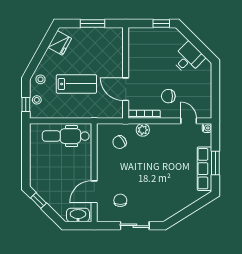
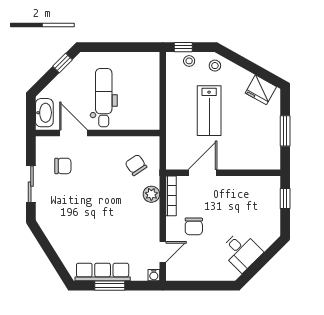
window: (161, 24) -> (285, 199), moved
chair: (168, 96) -> (194, 226), turned 180
dental chair: (66, 136) -> (104, 98), moved

